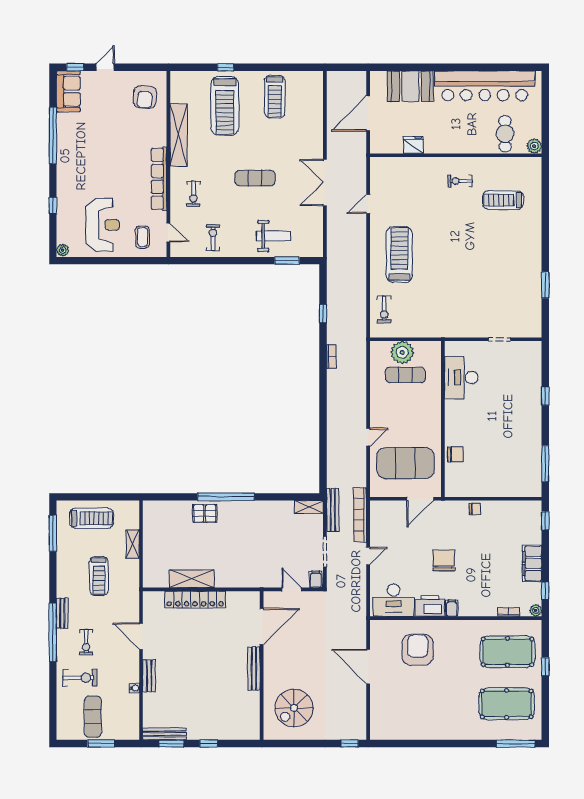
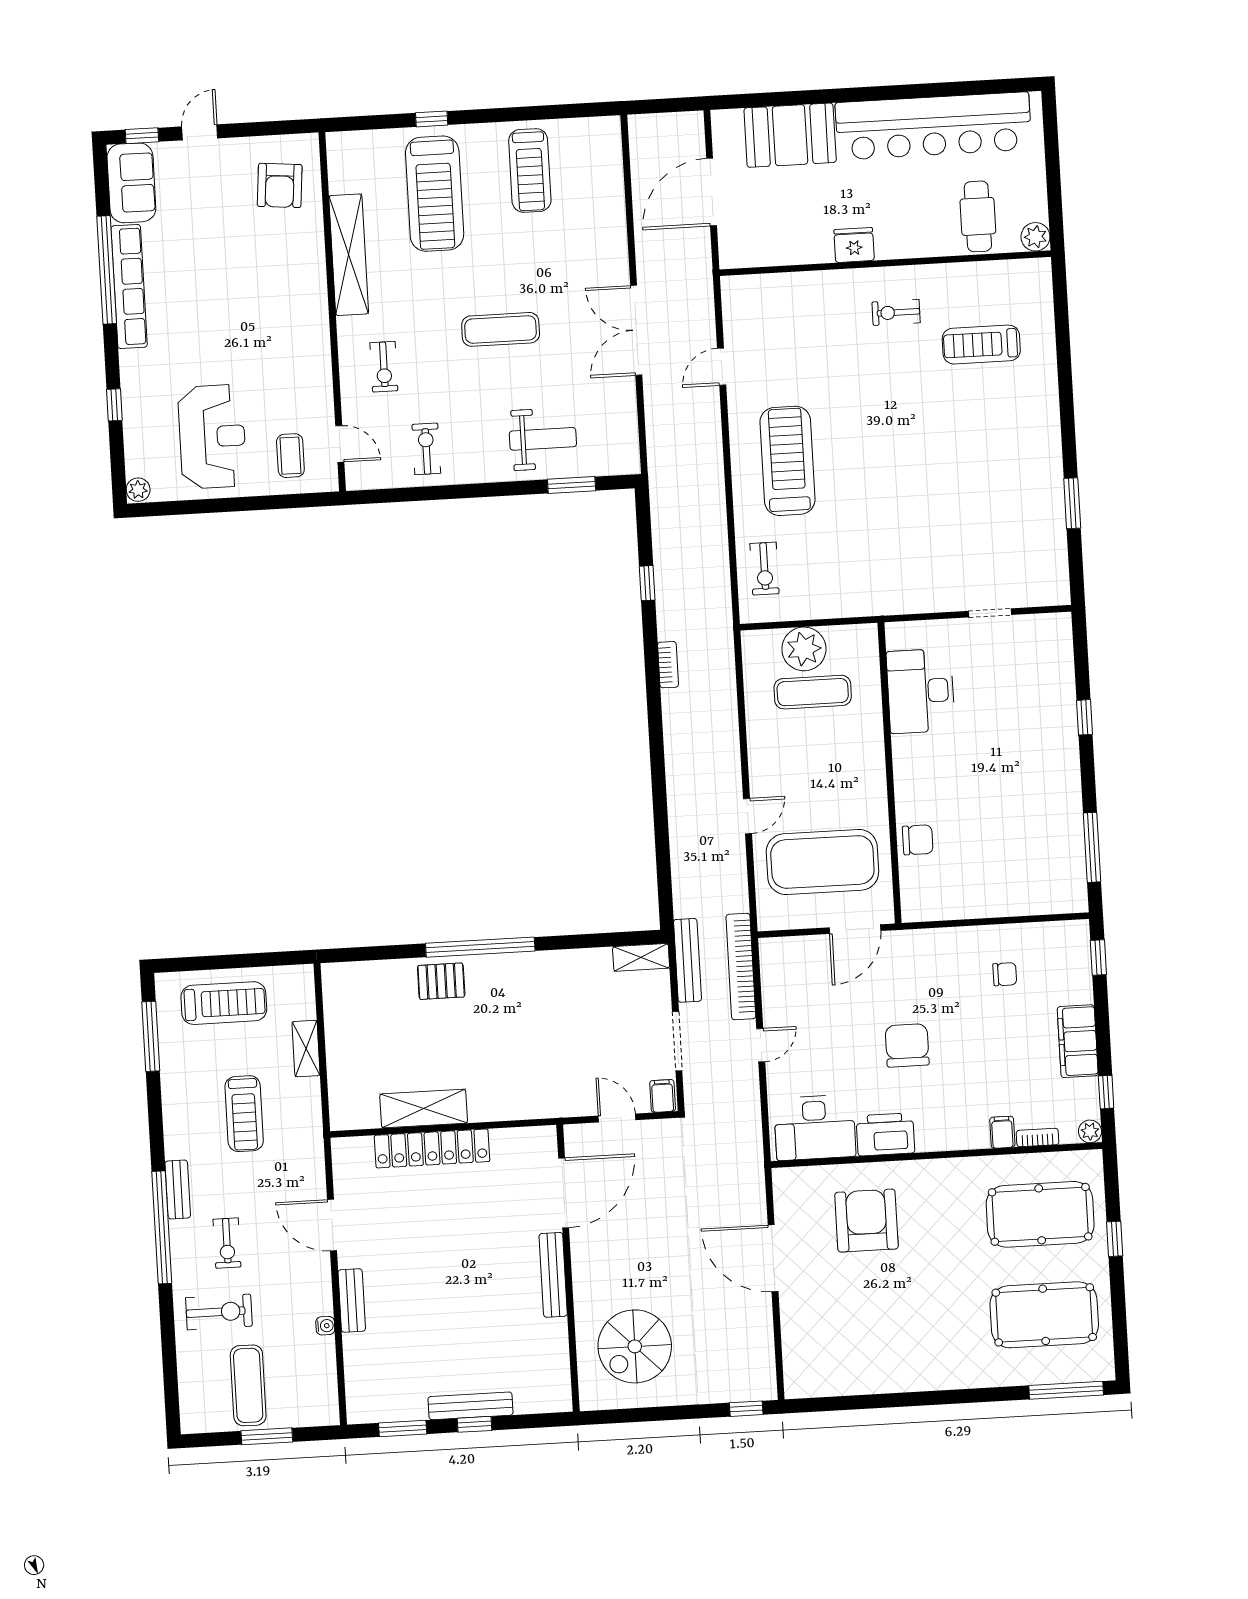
fridge: (413, 145) -> (854, 245), moved
row of seats: (159, 179) -> (129, 287), moved, turned 180
chair: (475, 509) -> (1005, 974), moved
filing cabinet: (452, 608) -> (1002, 1132), moved
bench: (164, 734) -> (471, 1406), moved

